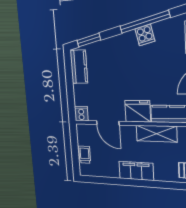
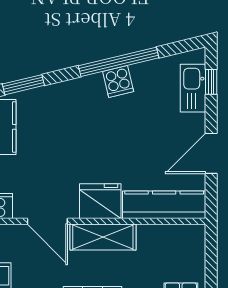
shelving: (156, 134) -> (103, 237), moved

